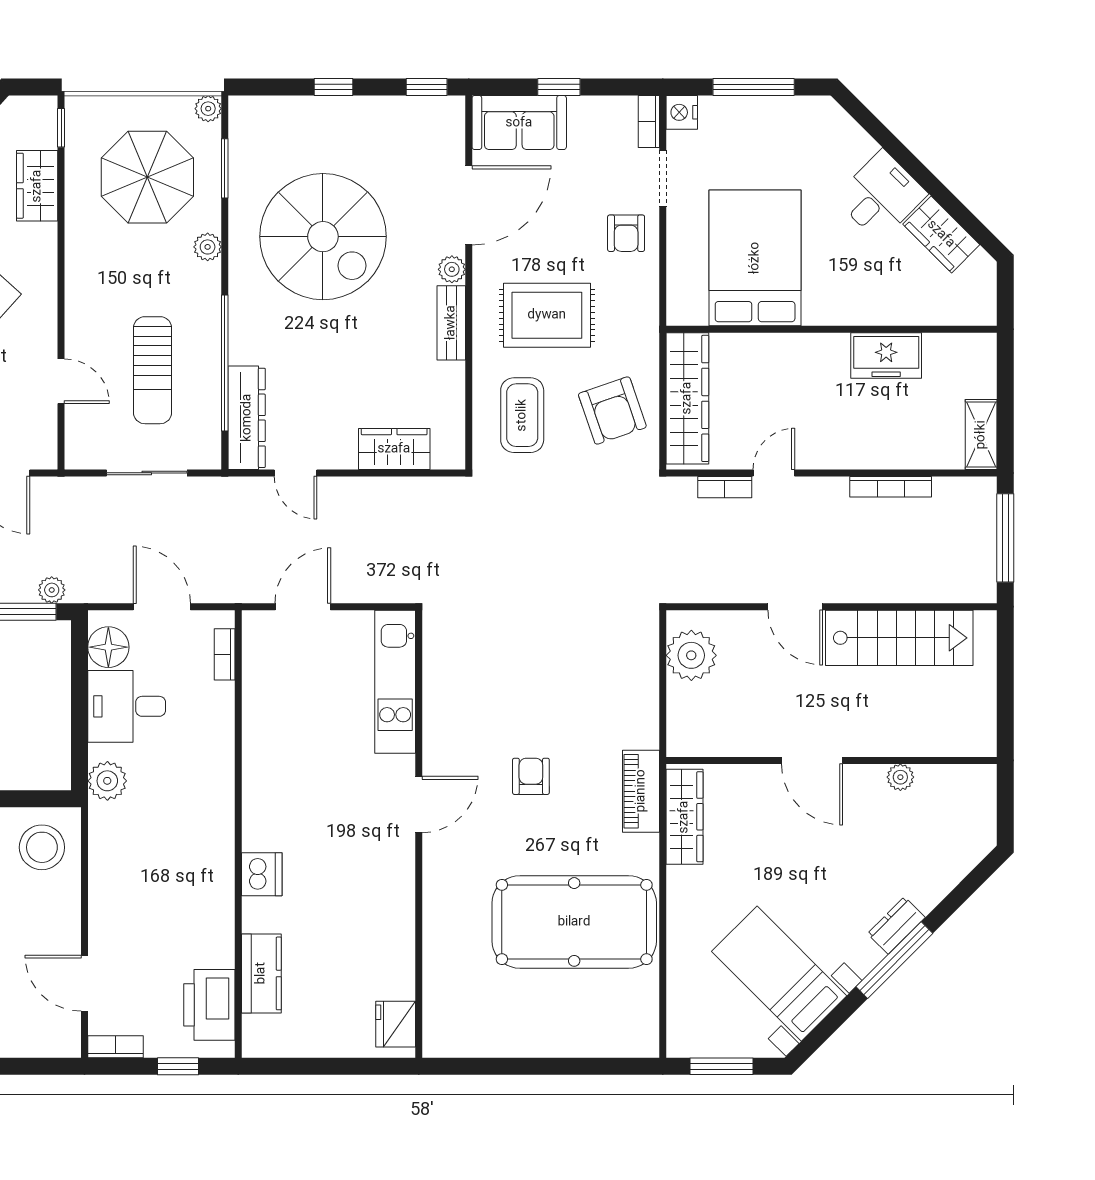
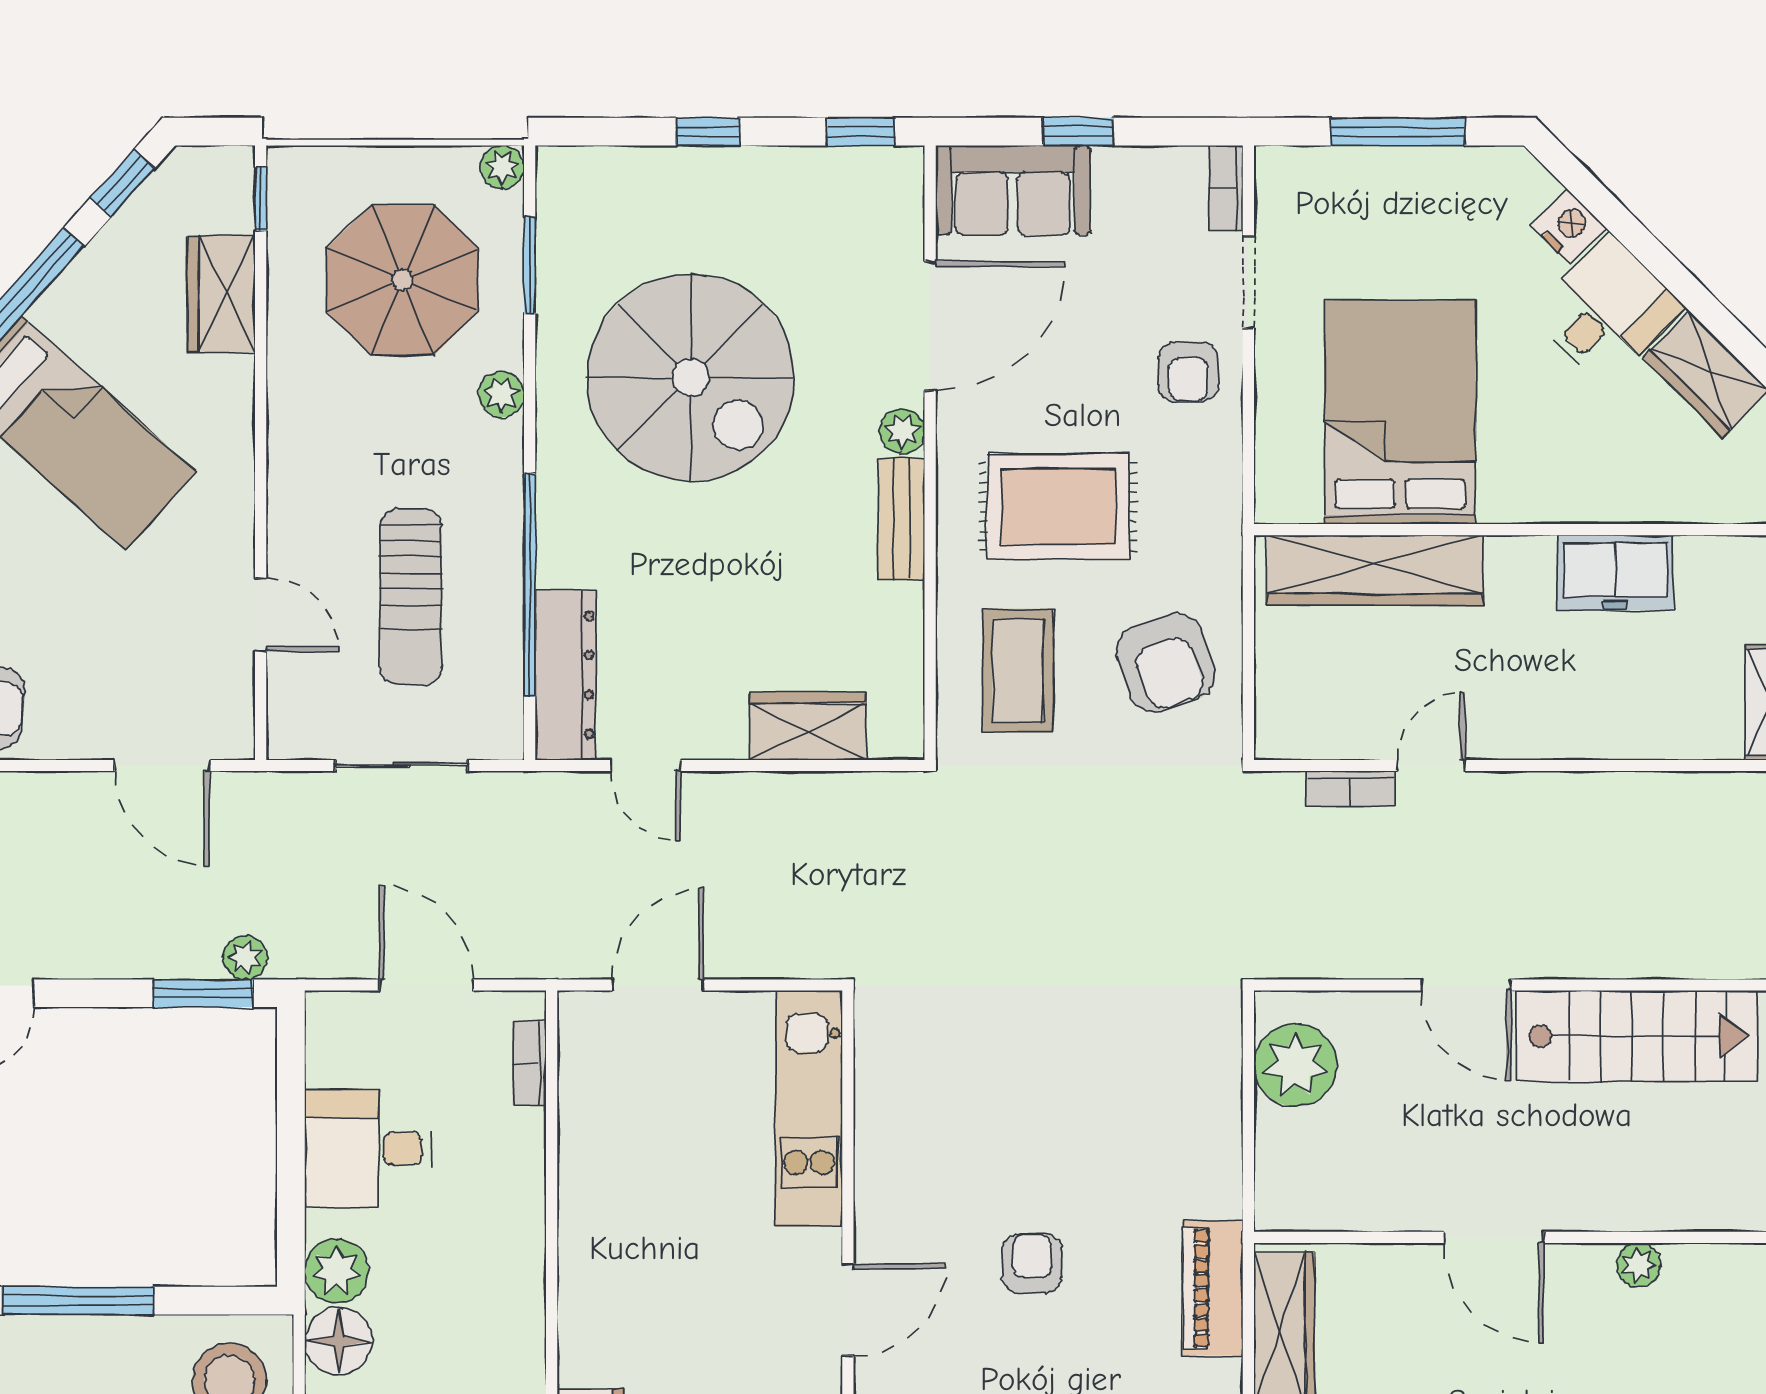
nightstand: (682, 112) -> (1569, 226), moved, turned 135
wardrobe: (687, 398) -> (1375, 570), moved, turned 90
bookcase: (891, 487) -> (1623, 788), removed
floor lamp: (108, 647) -> (338, 1341), moved

